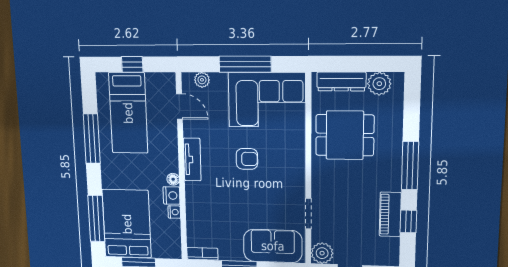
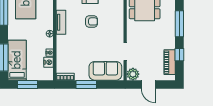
nightstand: (172, 195) -> (48, 62), moved
piano: (390, 214) -> (170, 62), moved
bed: (127, 224) -> (17, 60), width x0.67

